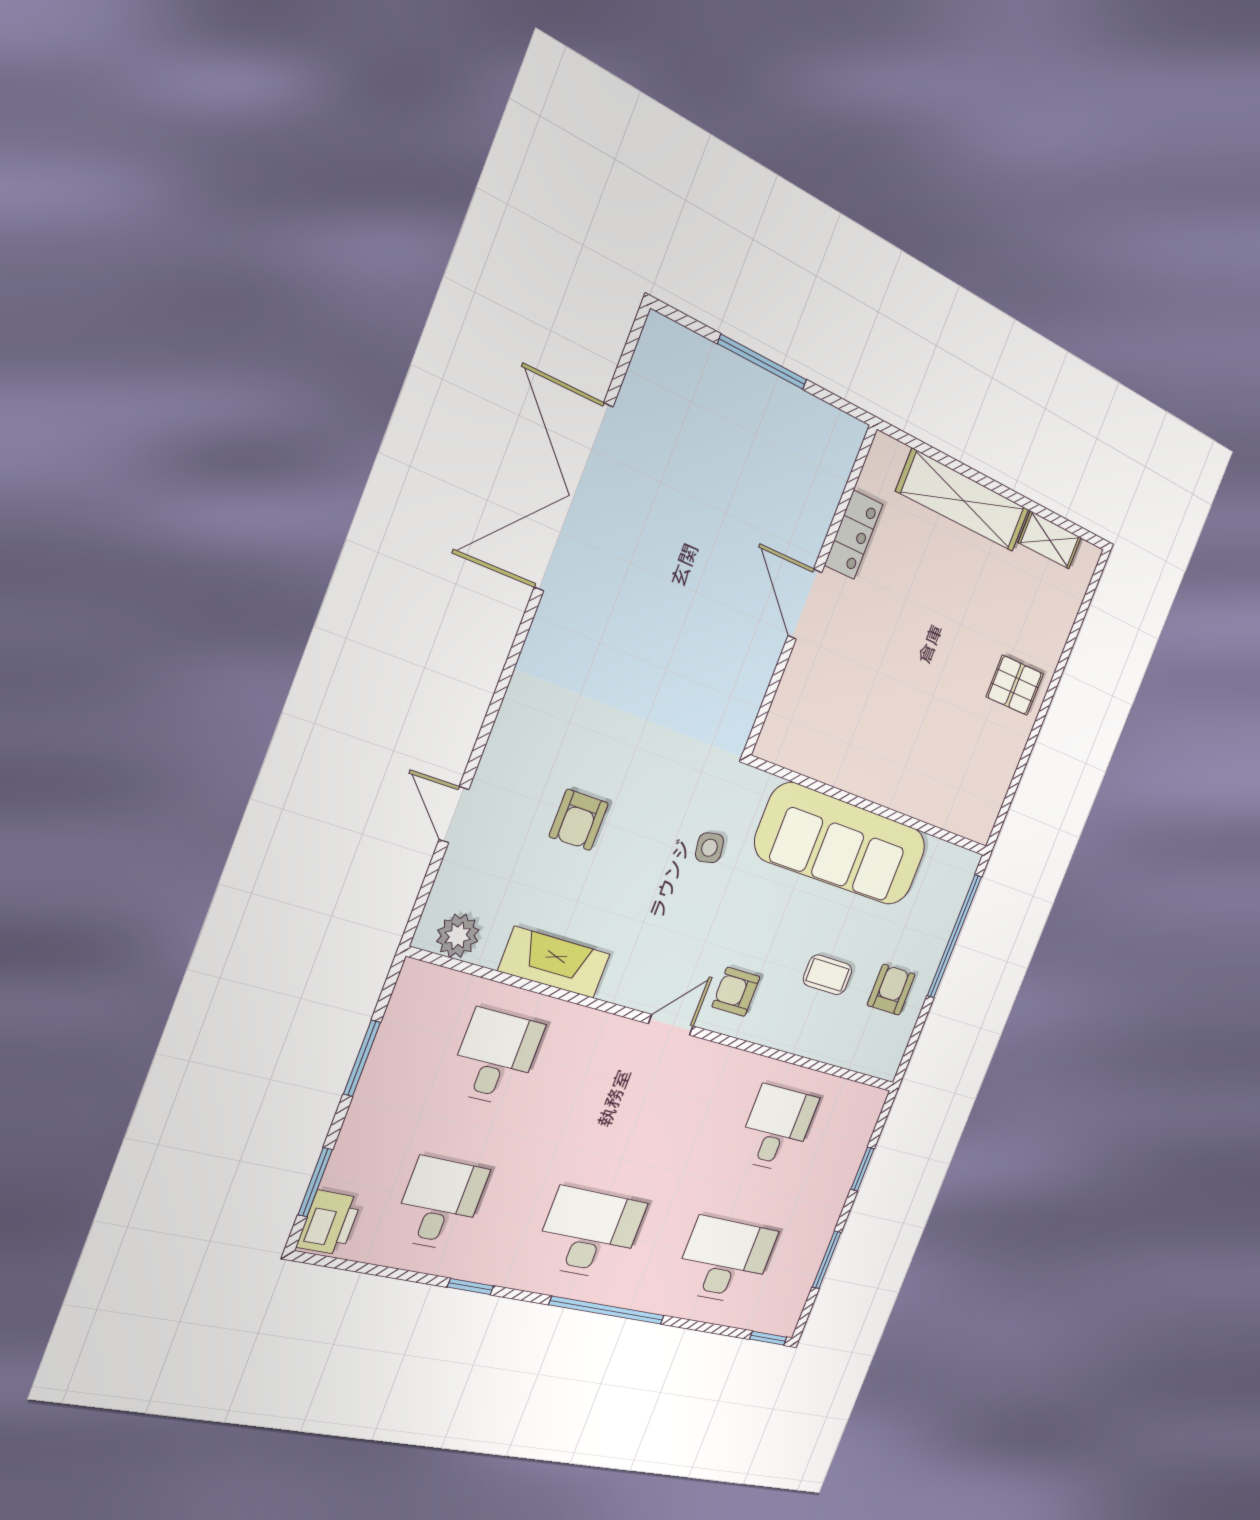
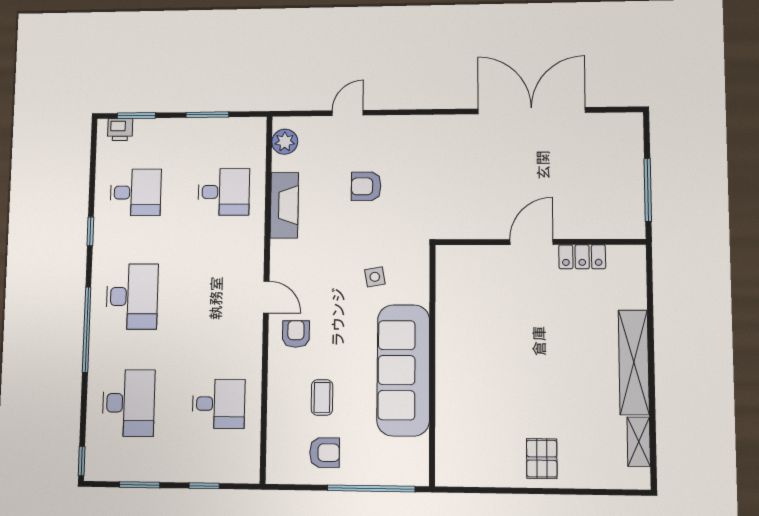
locker: (854, 535) -> (582, 257), moved
wall: (810, 591) -> (540, 242), moved
door: (805, 604) -> (531, 242), moved
printer: (329, 1223) -> (120, 130), width x0.73, depth x0.81

